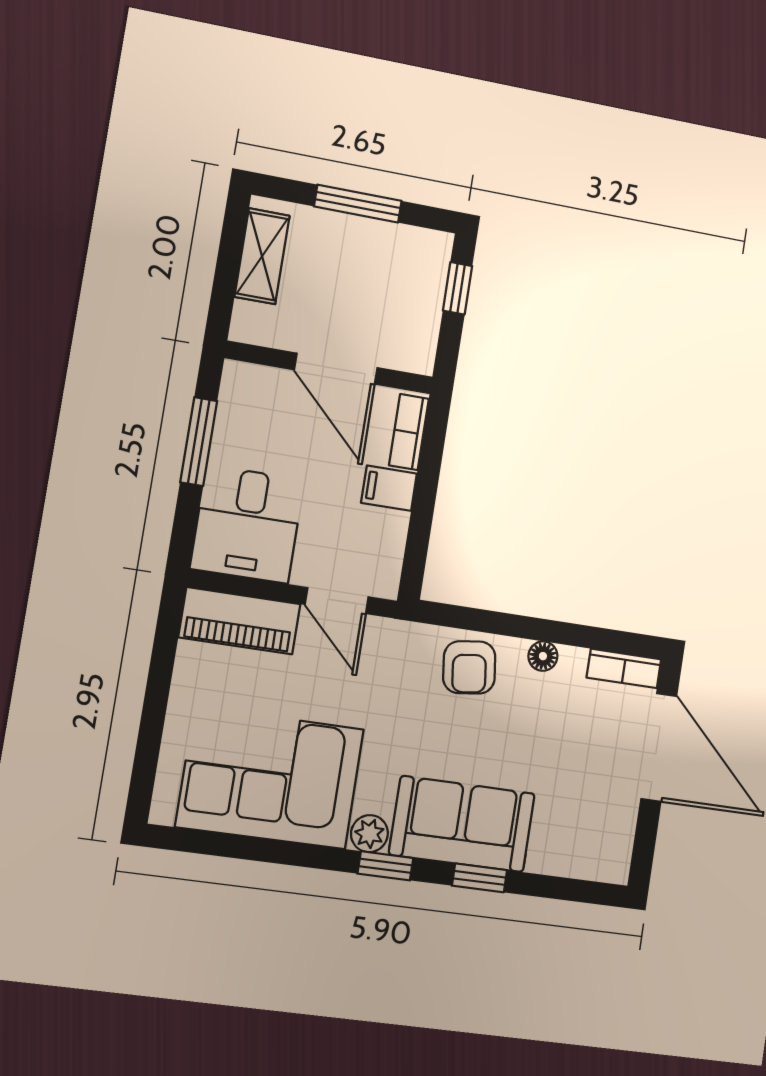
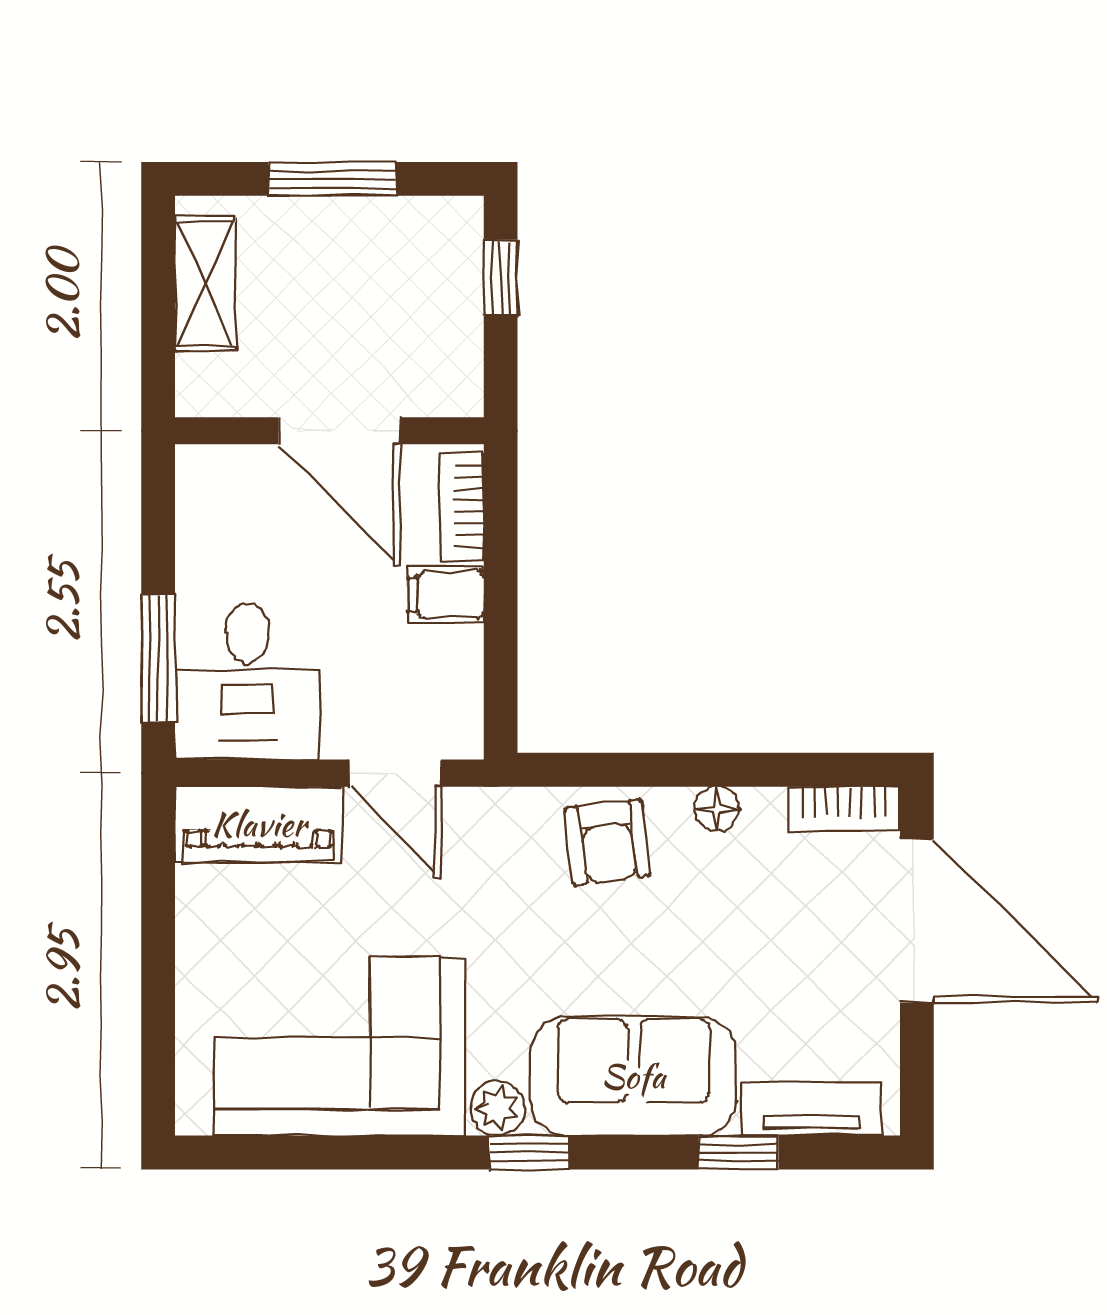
window: (199, 442) -> (158, 659), moved
tv unit: (574, 861) -> (812, 1109), added
window: (480, 878) -> (738, 1152), moved

